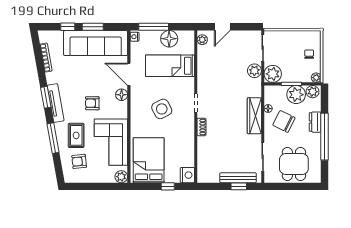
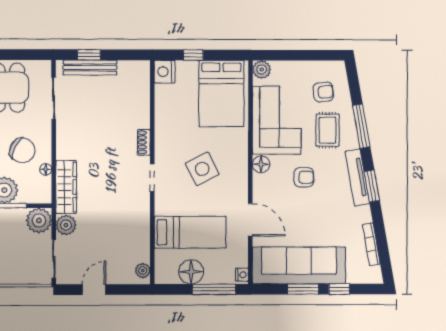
door: (222, 27) -> (94, 290), moved
floor lamp: (122, 95) -> (261, 164), moved
wardrobe: (254, 116) -> (66, 187), moved

